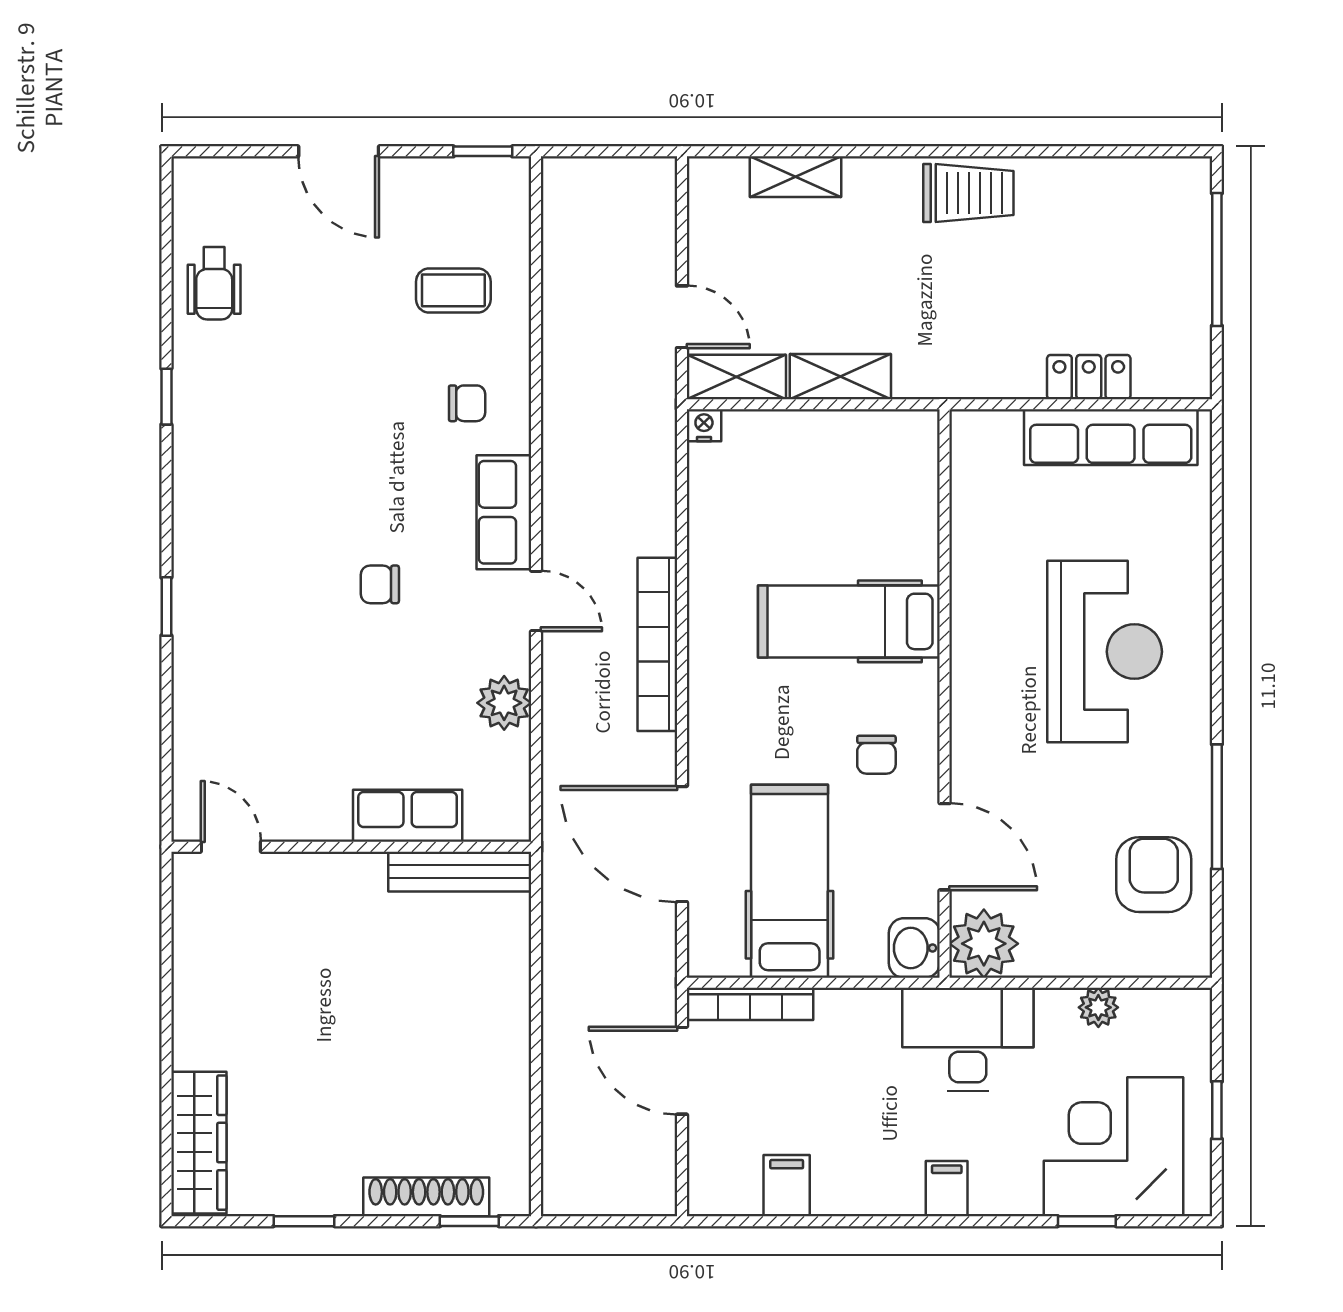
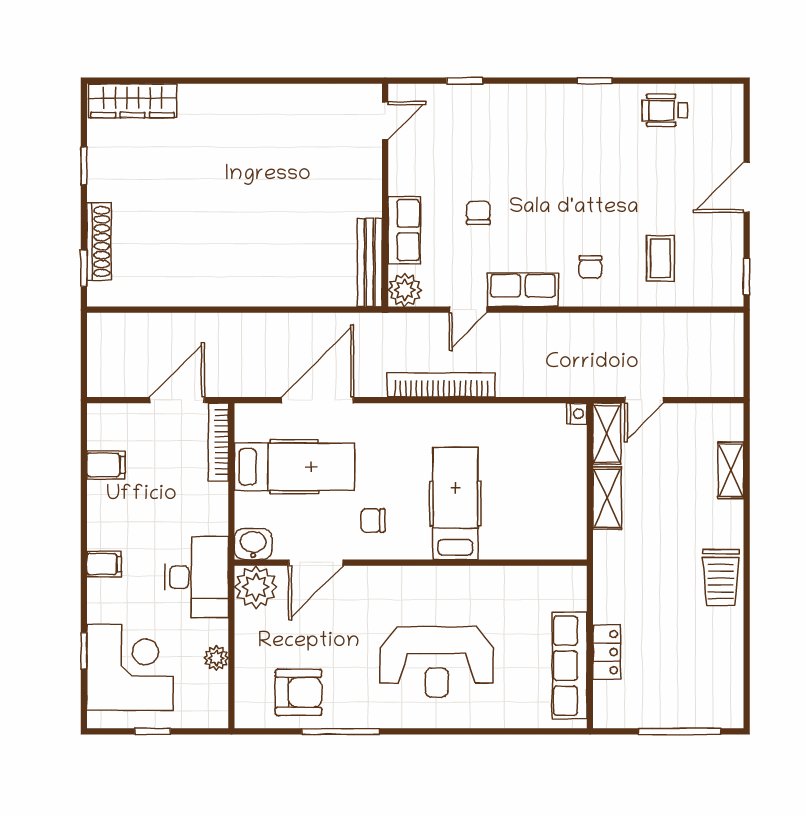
row of seats: (408, 816) -> (404, 230), moved
door: (231, 847) -> (385, 121), moved
wall: (351, 847) -> (385, 195), moved
bench: (460, 872) -> (370, 262), moved

